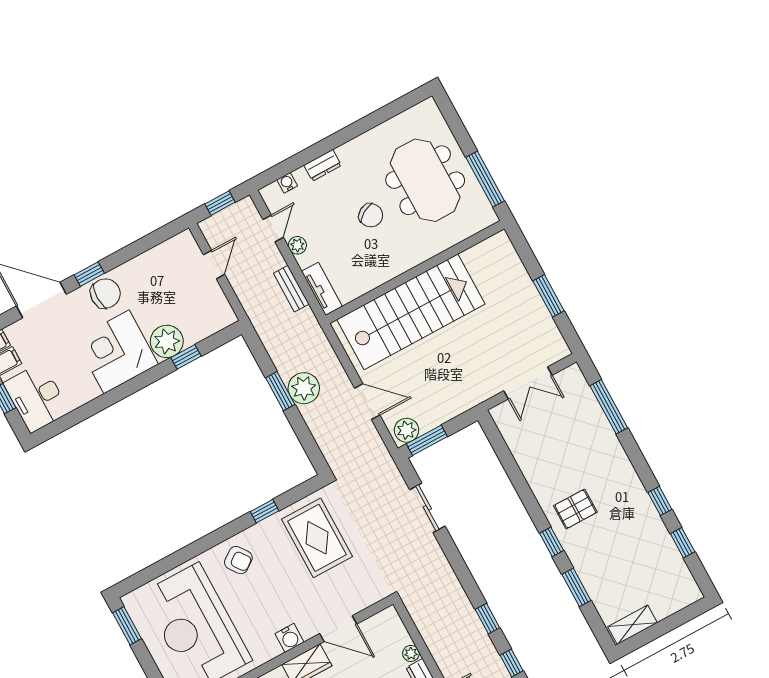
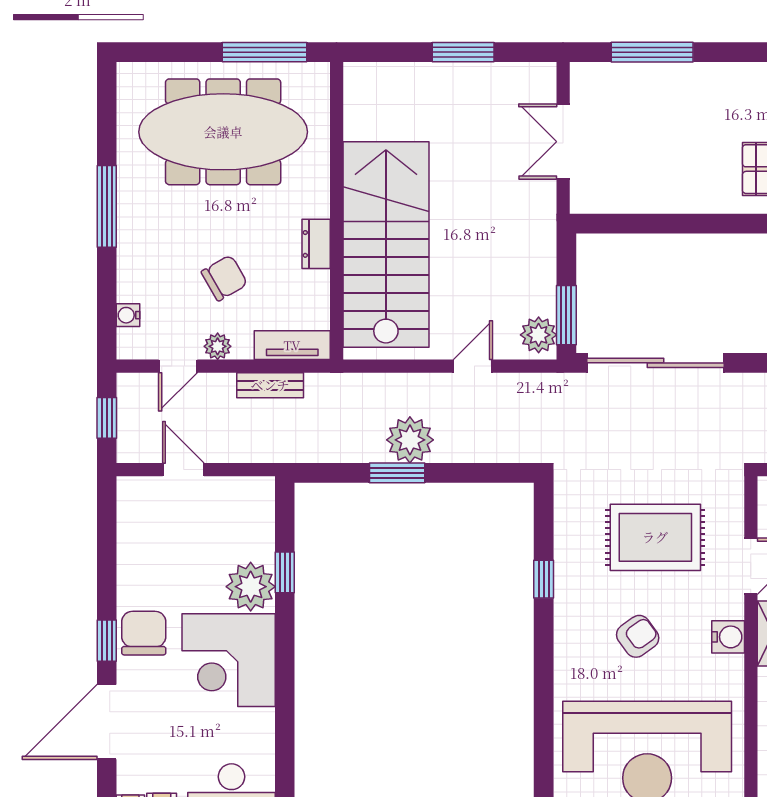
window: (344, 136) -> (107, 206), added
dresser: (323, 165) -> (316, 244), moved, turned 180
meeting table: (425, 180) -> (223, 132), width x1.36
chair: (371, 215) -> (224, 278), moved
door: (273, 228) -> (178, 366), swing flipped
double door: (528, 383) -> (563, 142), swing flipped
door: (367, 402) -> (473, 366), width x0.73
sliding door: (427, 508) -> (656, 363), width x1.86
rug: (317, 538) -> (655, 537), moved
armchair: (238, 560) -> (638, 636), moved

